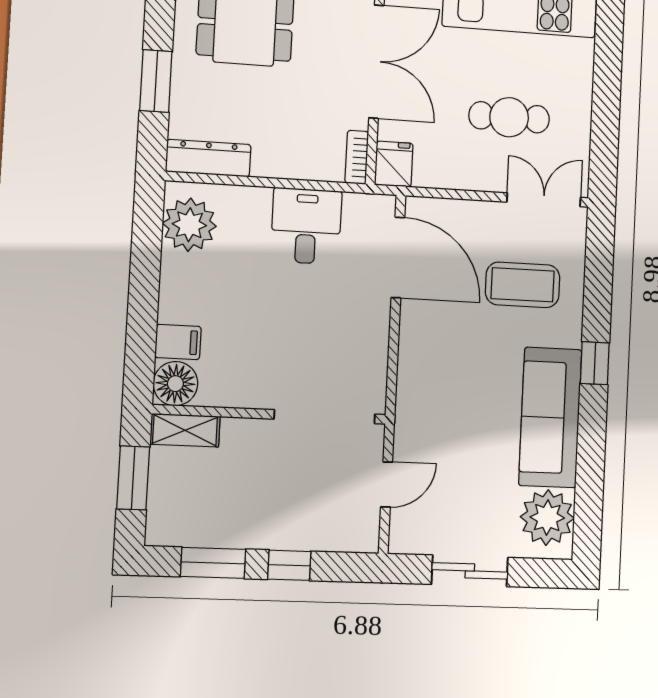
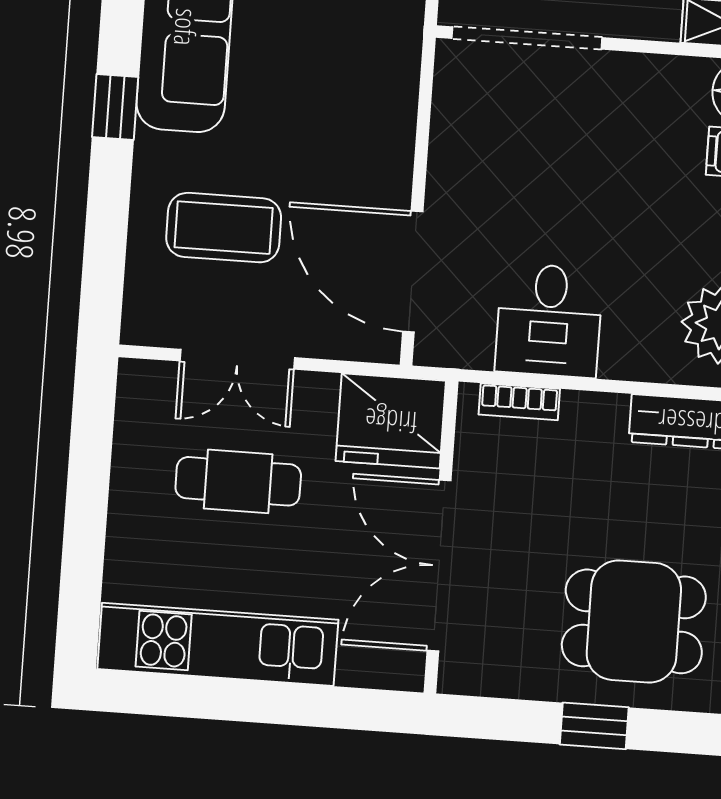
bookcase: (357, 157) -> (519, 402), moved, turned 90
fridge: (394, 164) -> (391, 421), width x1.88, depth x1.34
double door: (544, 200) -> (237, 359), moved

